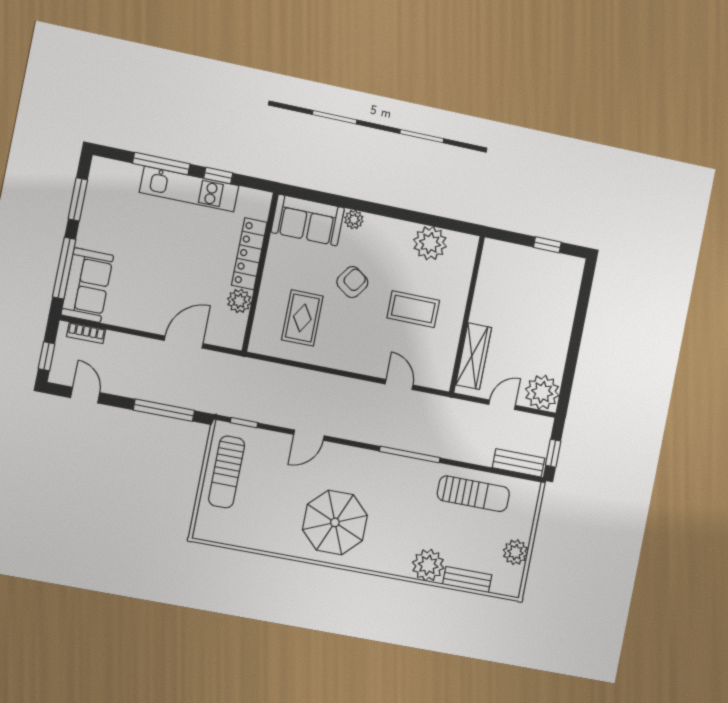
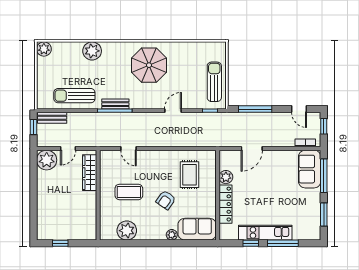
plant: (515, 552) -> (44, 49), moved
bench: (467, 580) -> (115, 104), moved

